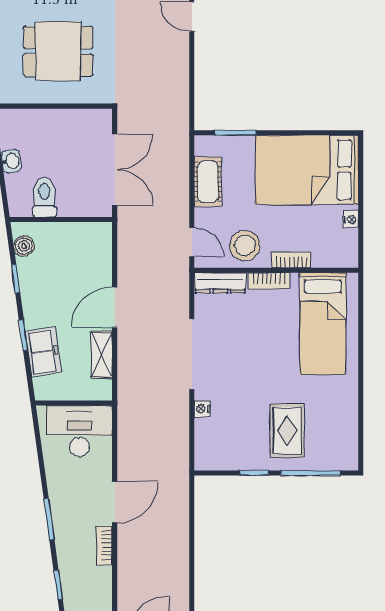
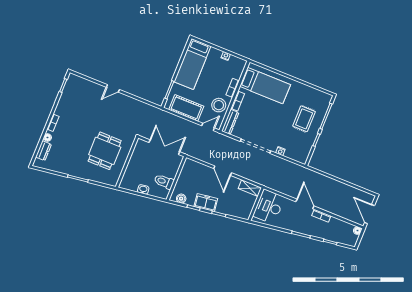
bed: (307, 170) -> (192, 64), width x0.67
cot: (208, 182) -> (186, 108), width x1.37, depth x1.34
freezer: (43, 352) -> (206, 203), moved
shelving: (102, 355) -> (250, 188), moved
rug: (287, 431) -> (304, 119), turned 90

